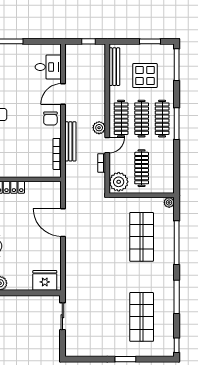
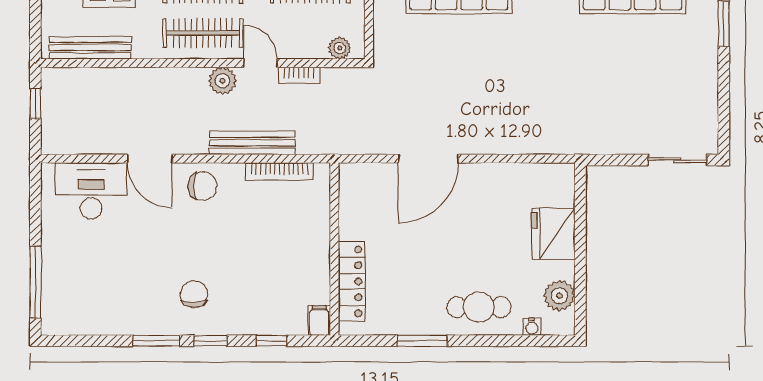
desk: (48, 67) -> (91, 191), width x1.37
plant: (119, 182) -> (340, 48), width x0.53, depth x0.53
fridge: (45, 280) -> (553, 234), moved
sliding door: (62, 316) -> (677, 160), moved

